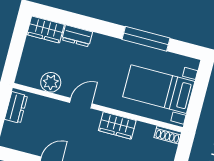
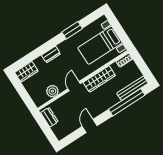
dresser: (77, 36) -> (51, 54), moved
window: (146, 39) -> (72, 30), width x0.69
wardrobe: (117, 125) -> (99, 79), width x1.50

